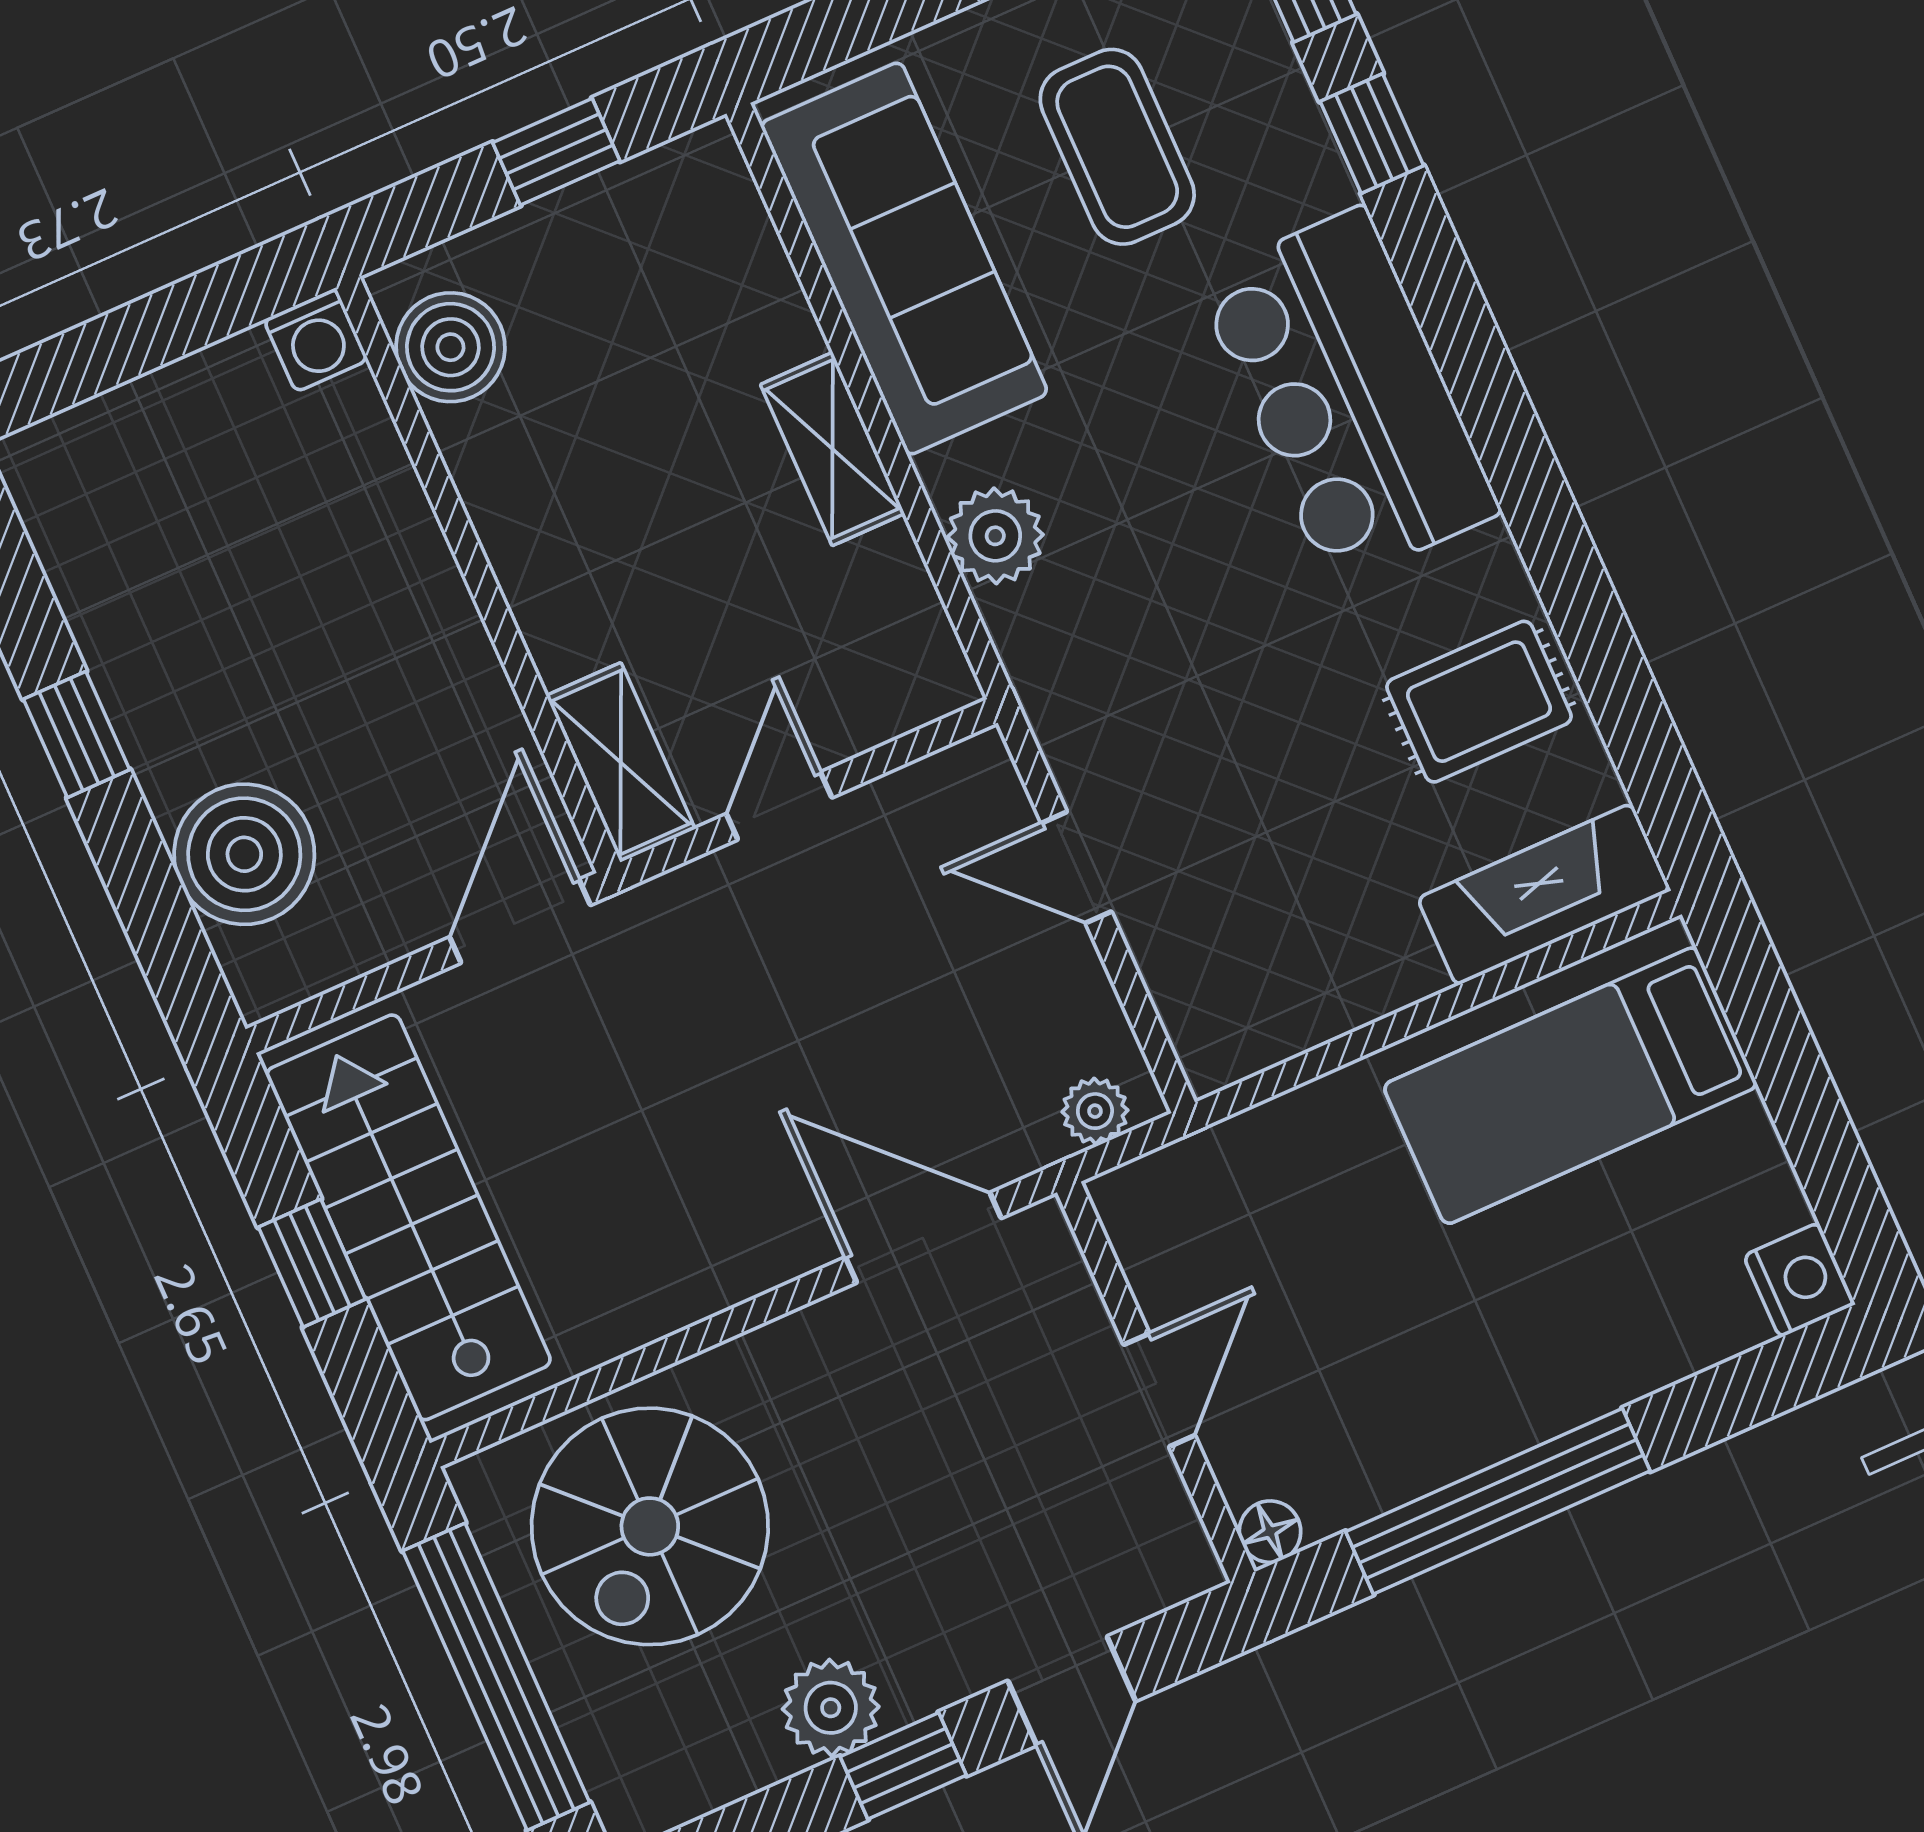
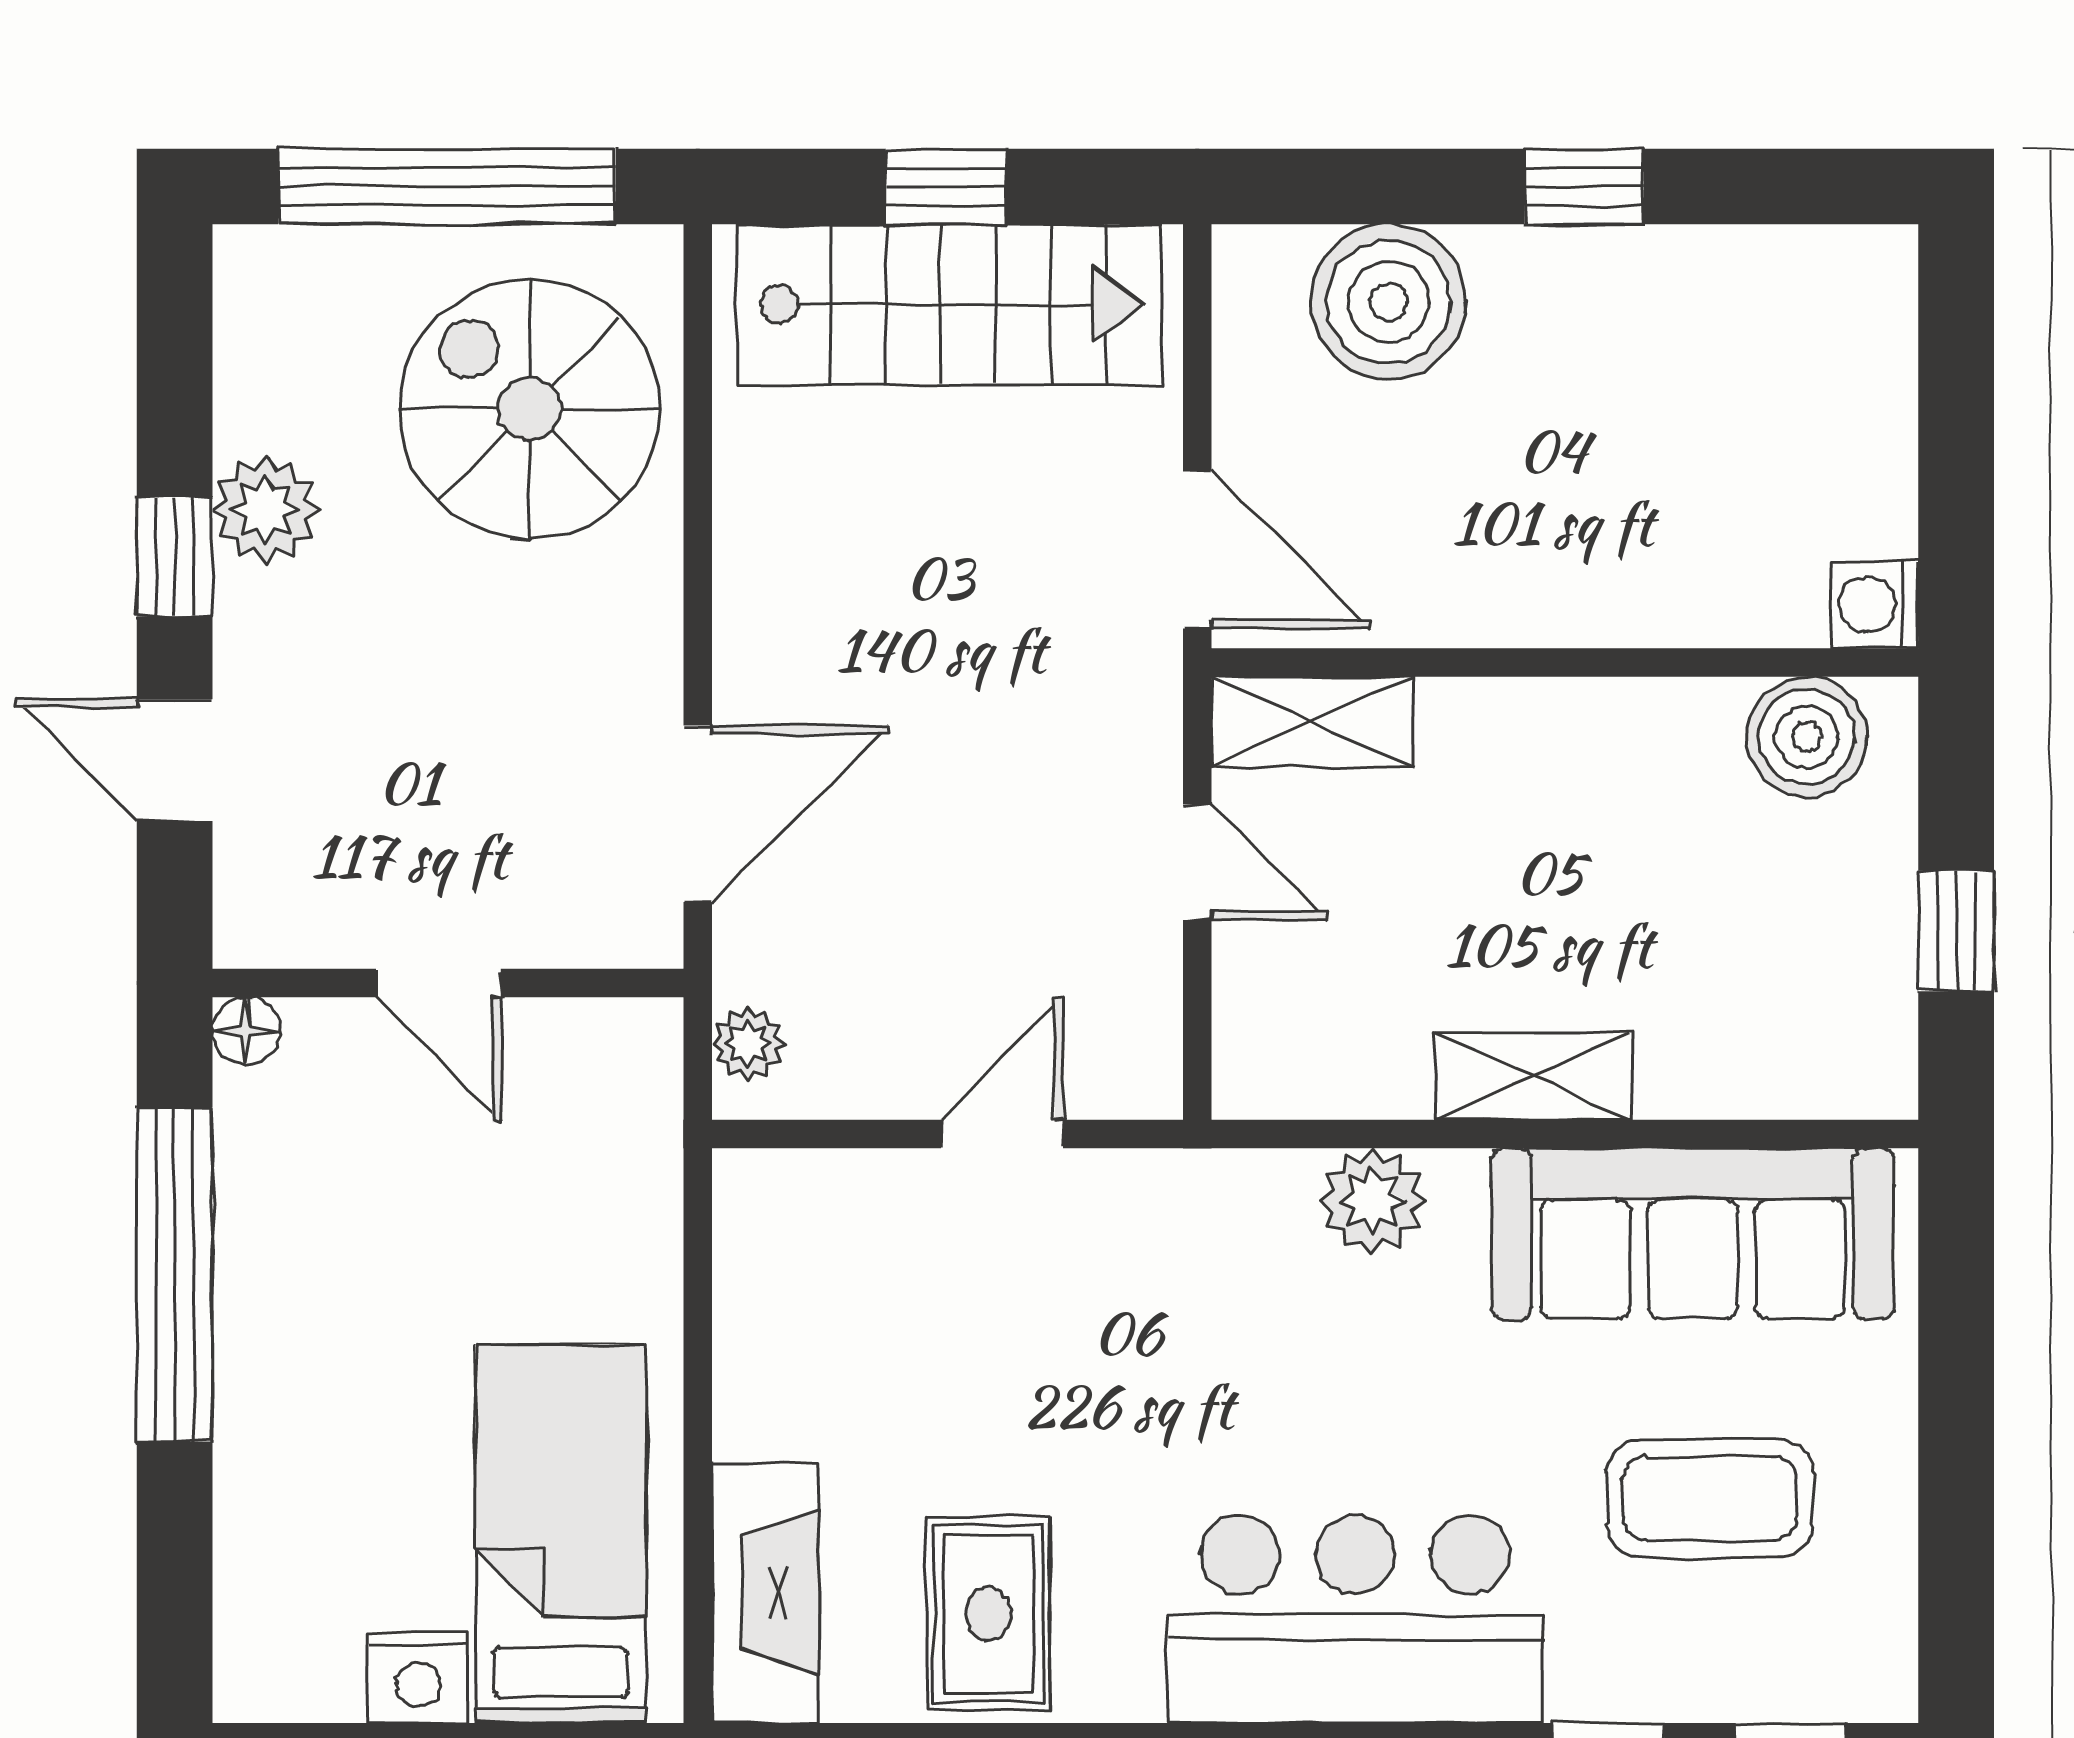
nightstand: (1799, 1280) -> (418, 1677), moved

